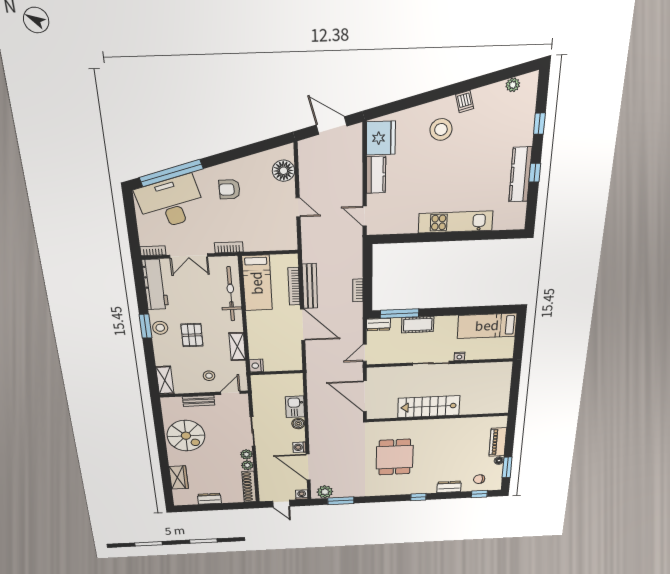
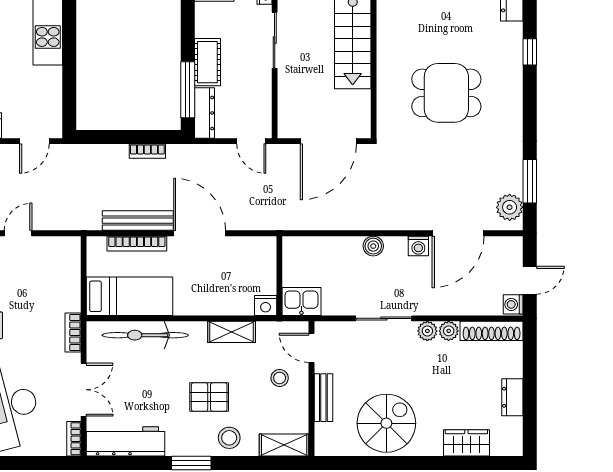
door: (303, 325) -> (200, 233), hinge flipped
dresser: (378, 325) -> (204, 113), width x1.44
stool: (160, 328) -> (229, 438), moved
kitchen sink: (295, 407) -> (301, 302), moved, turned 180
washing machine: (302, 495) -> (513, 304), moved

